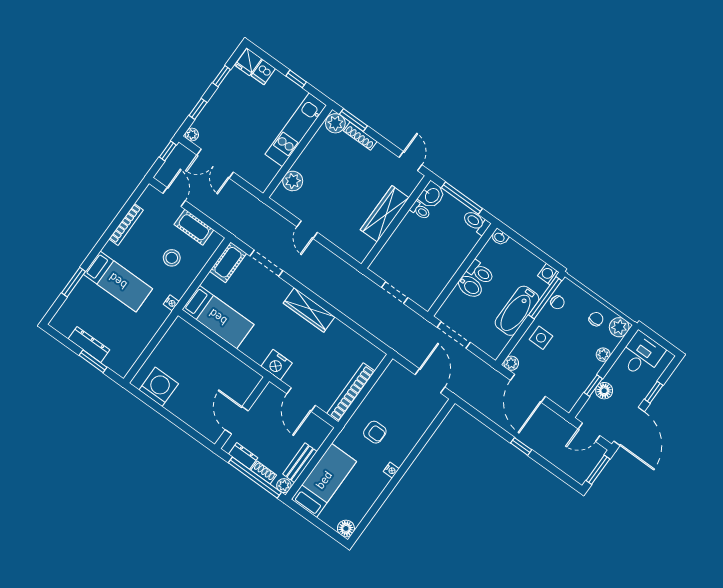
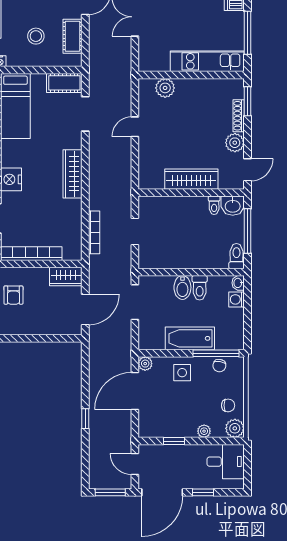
window: (296, 79) -> (248, 33), width x2.17
plant: (335, 123) -> (235, 143), moved
washing machine: (548, 274) -> (237, 299), moved, turned -90
bookcase: (371, 327) -> (94, 232), added
wardrobe: (391, 377) -> (66, 276), added
floor lamp: (604, 391) -> (176, 452), removed

